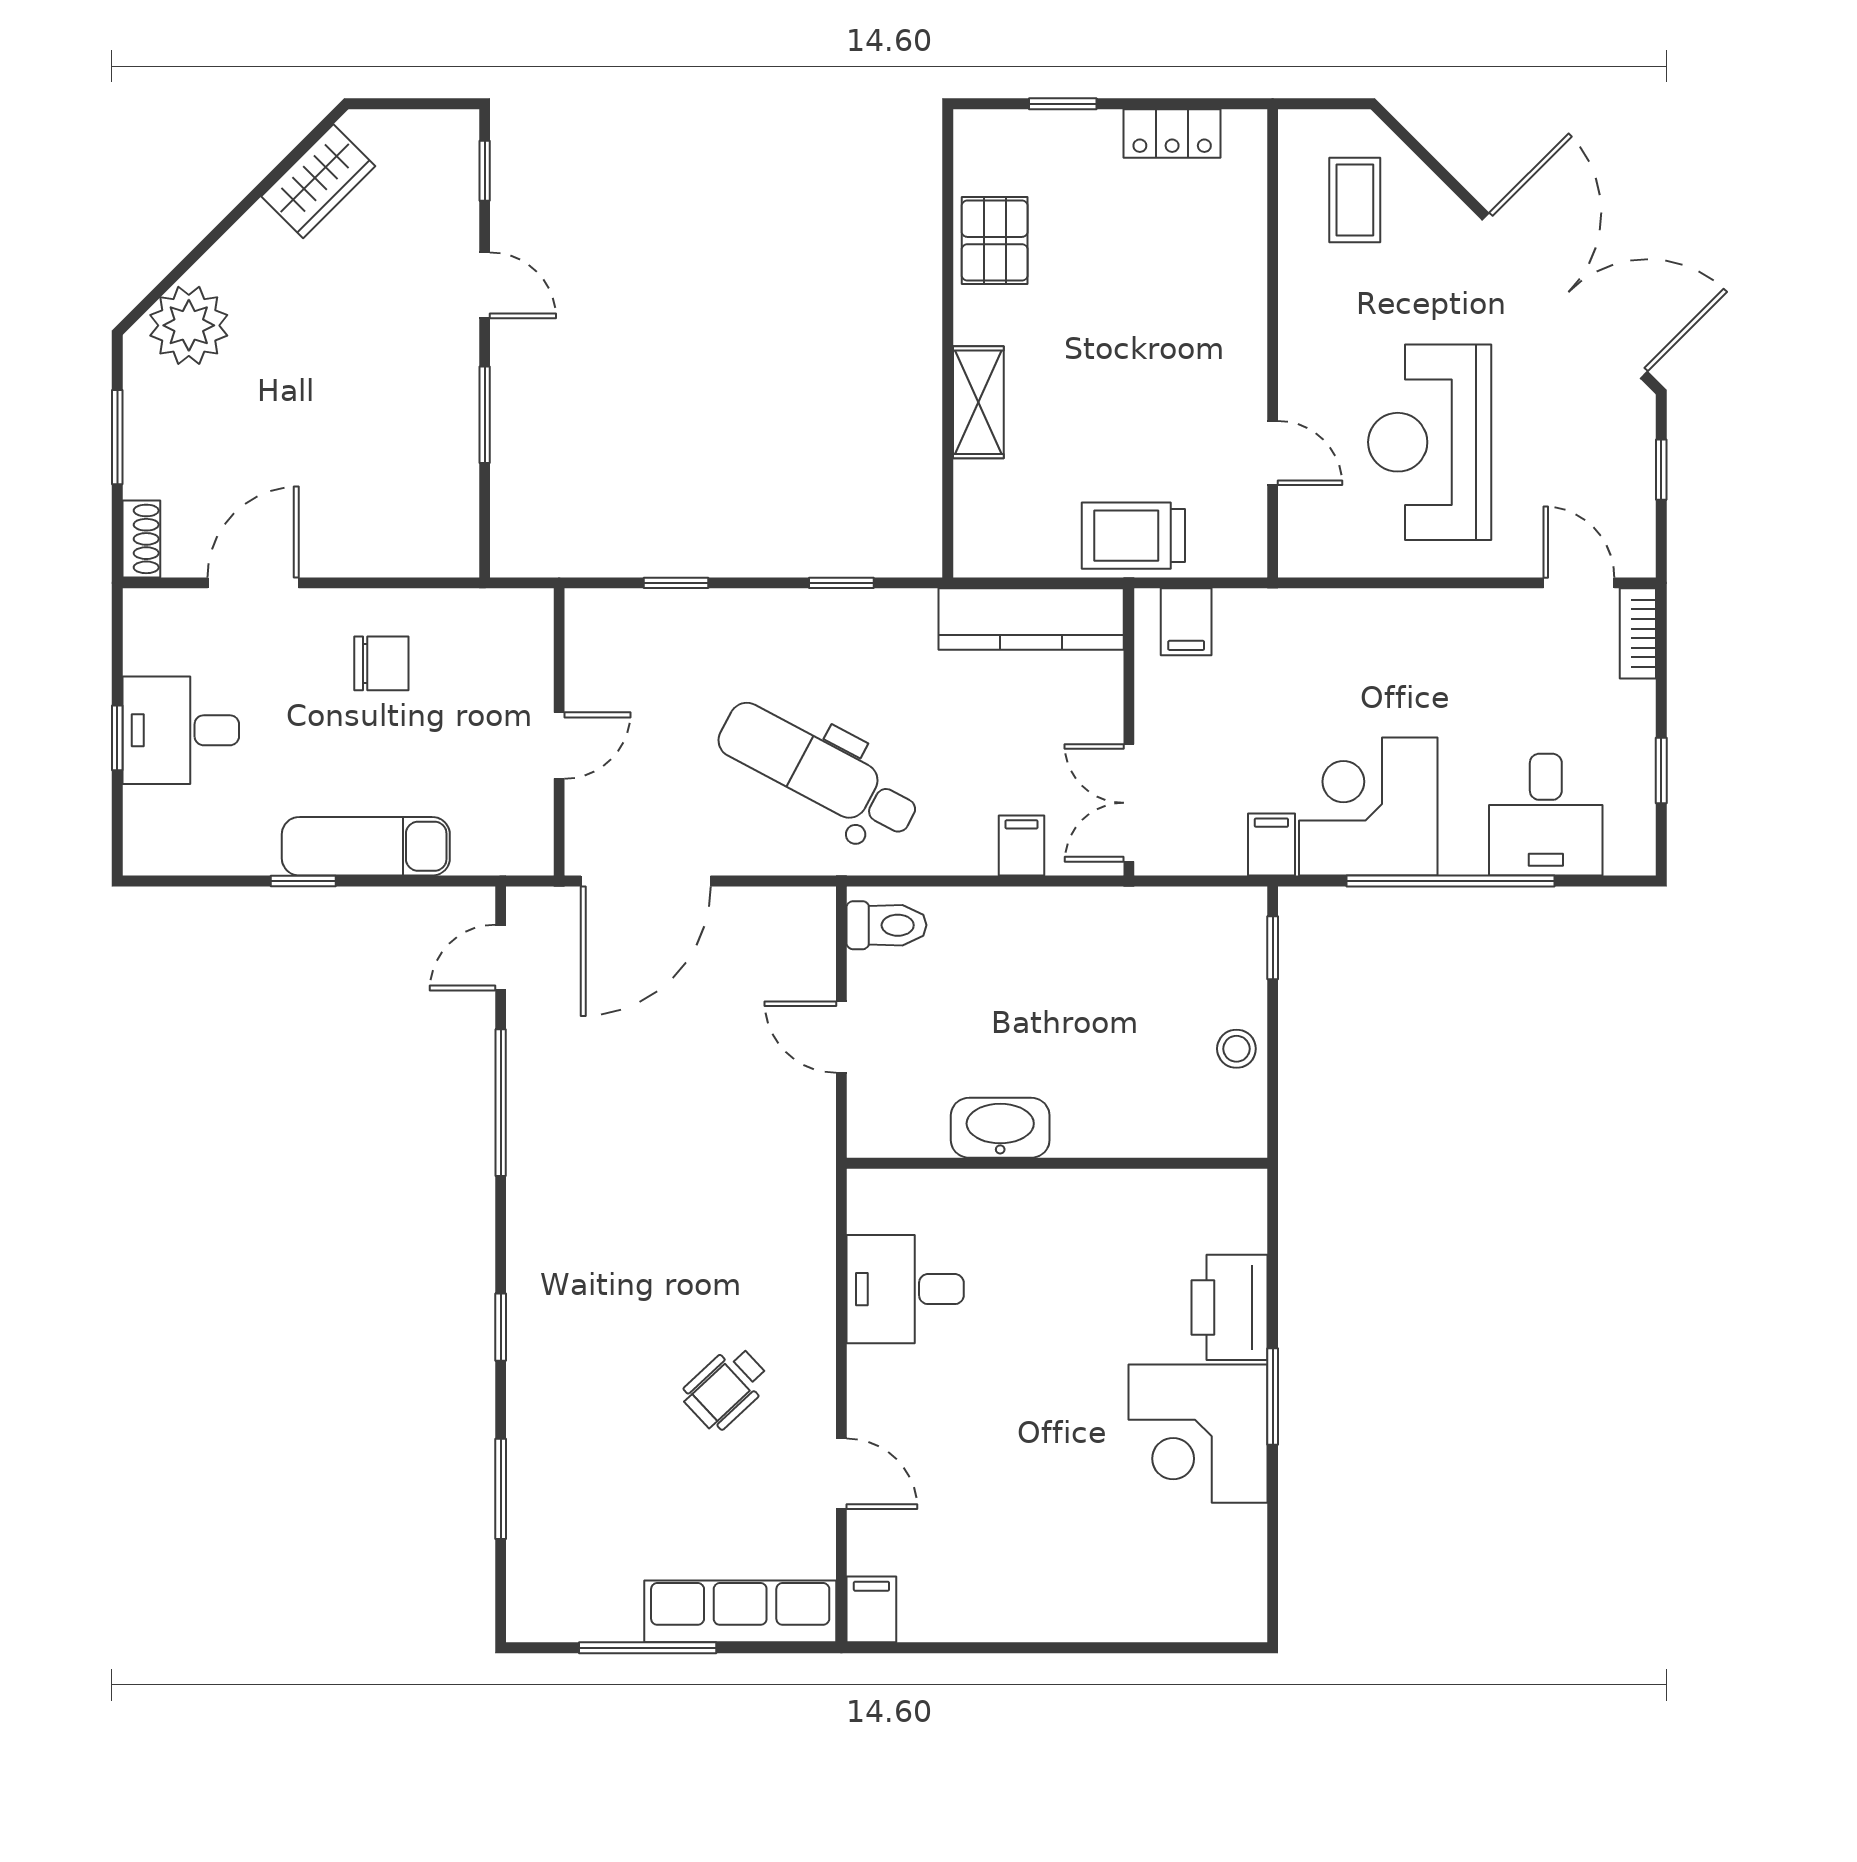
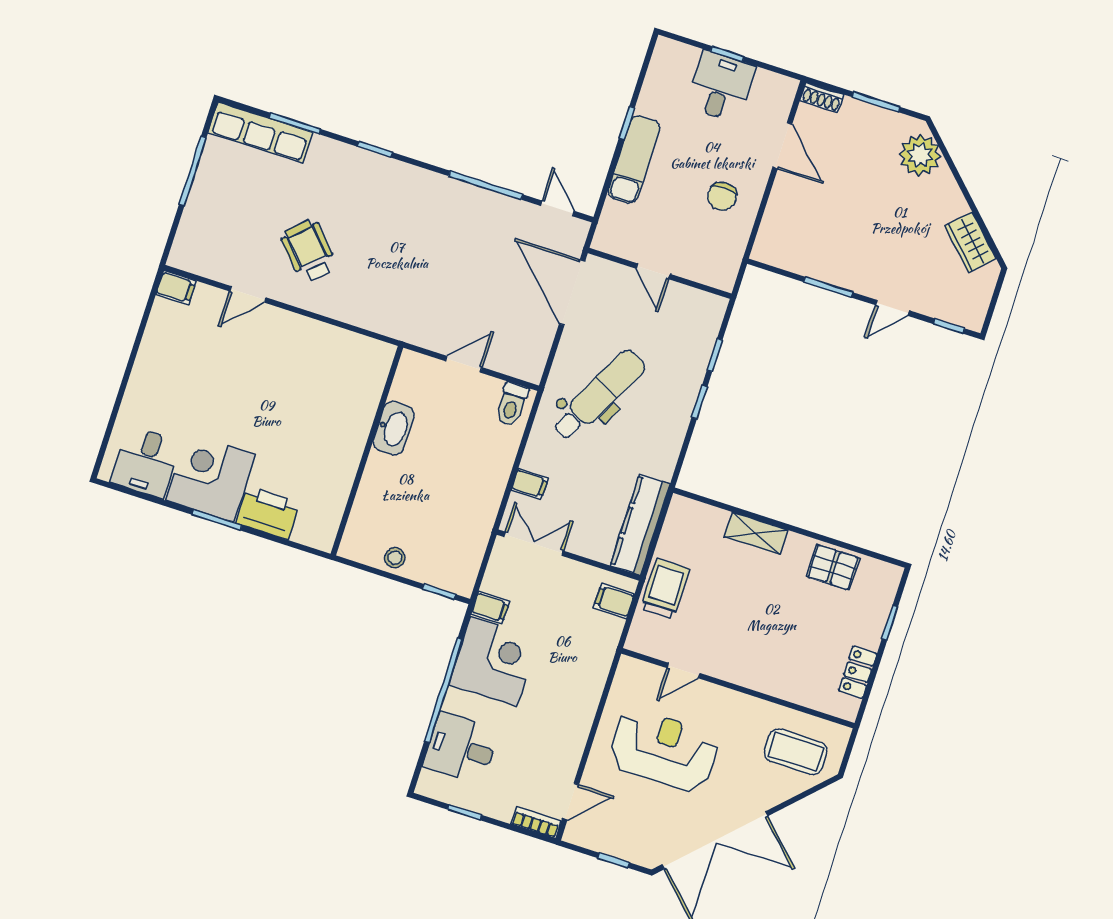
coffee table: (1355, 200) -> (796, 752), width x1.36, depth x1.30
window: (841, 583) -> (700, 402), moved
desk: (905, 1289) -> (146, 462), moved, turned 180
wheelchair: (726, 1388) -> (309, 251), width x1.36, depth x1.37
row of seats: (740, 1611) -> (260, 132), moved, turned 90

